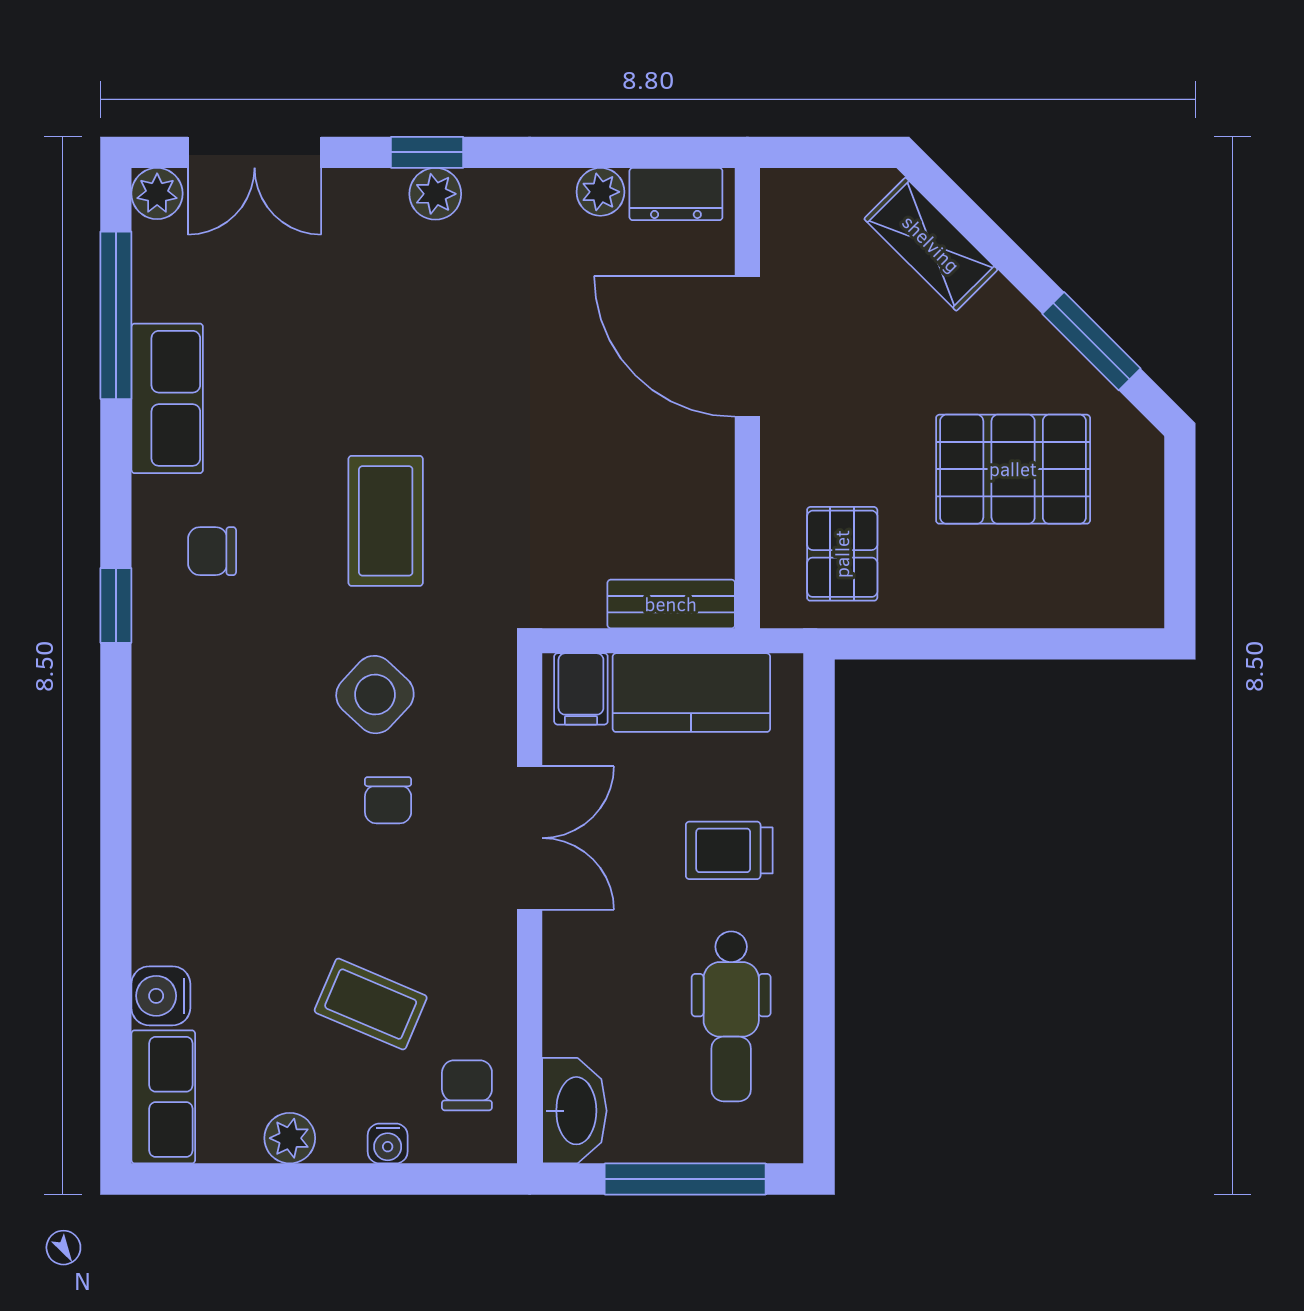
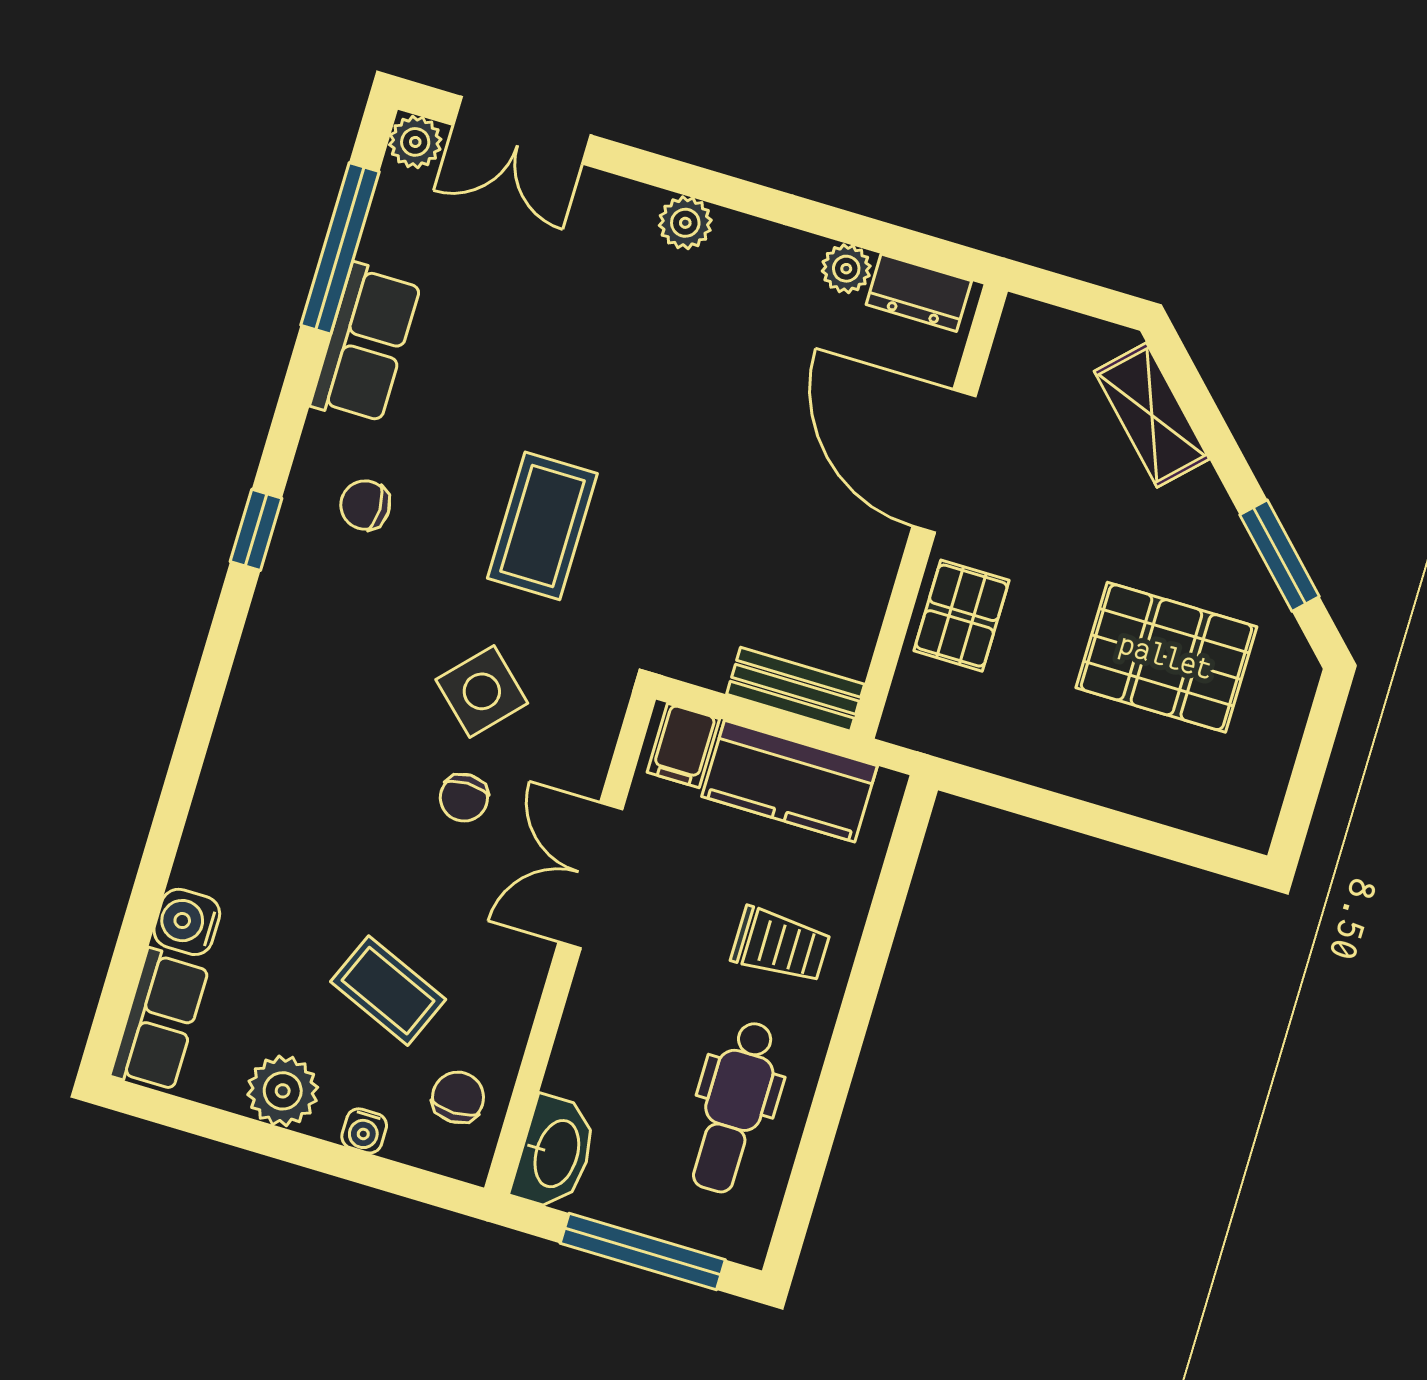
window: (427, 152) -> (689, 180), removed
pallet: (842, 554) -> (961, 616), moved
double door: (530, 838) -> (590, 875), swing flipped
trolley: (729, 850) -> (781, 945), turned 180
plant: (290, 1138) -> (283, 1091), width x1.38, depth x1.38

